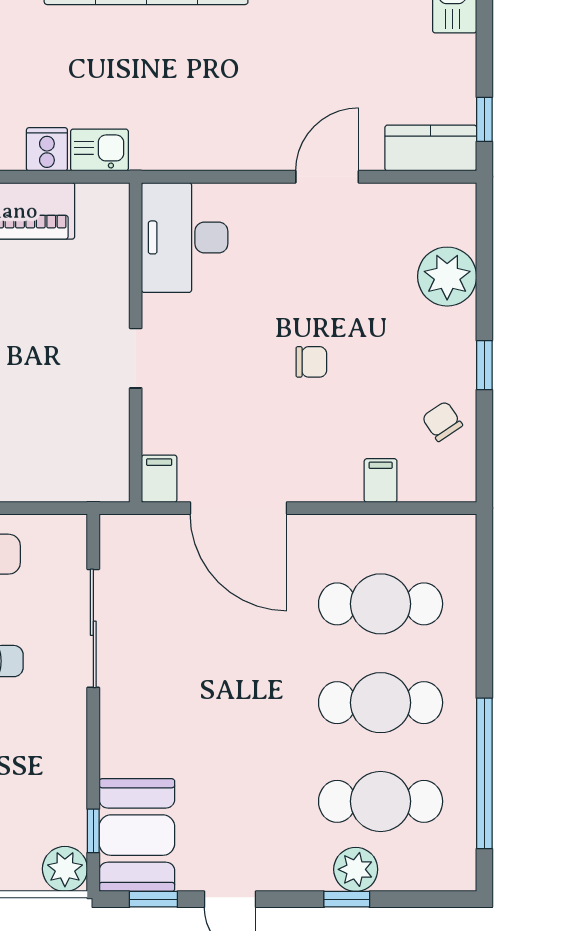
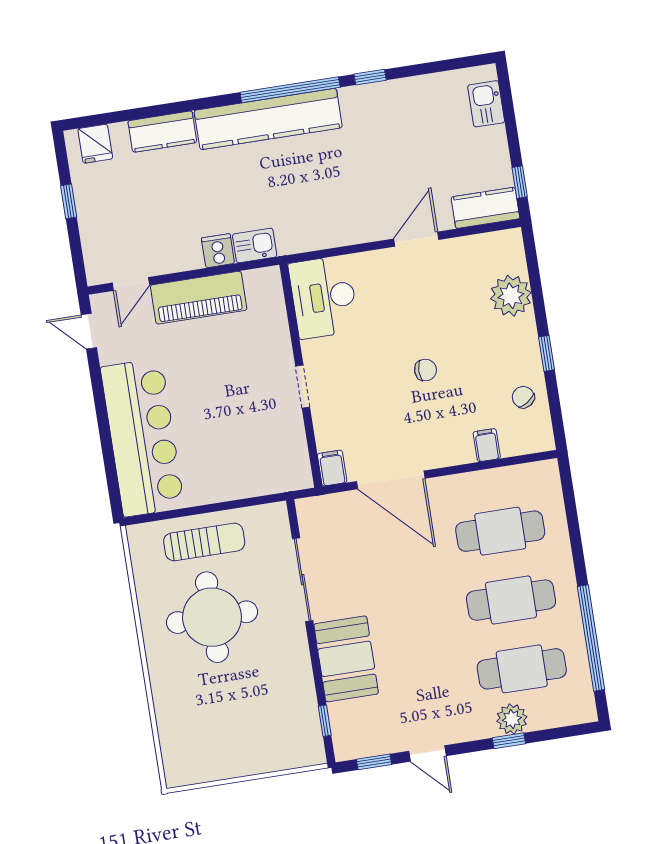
booth: (137, 835) -> (346, 659), moved
plant: (65, 869) -> (309, 750), removed

